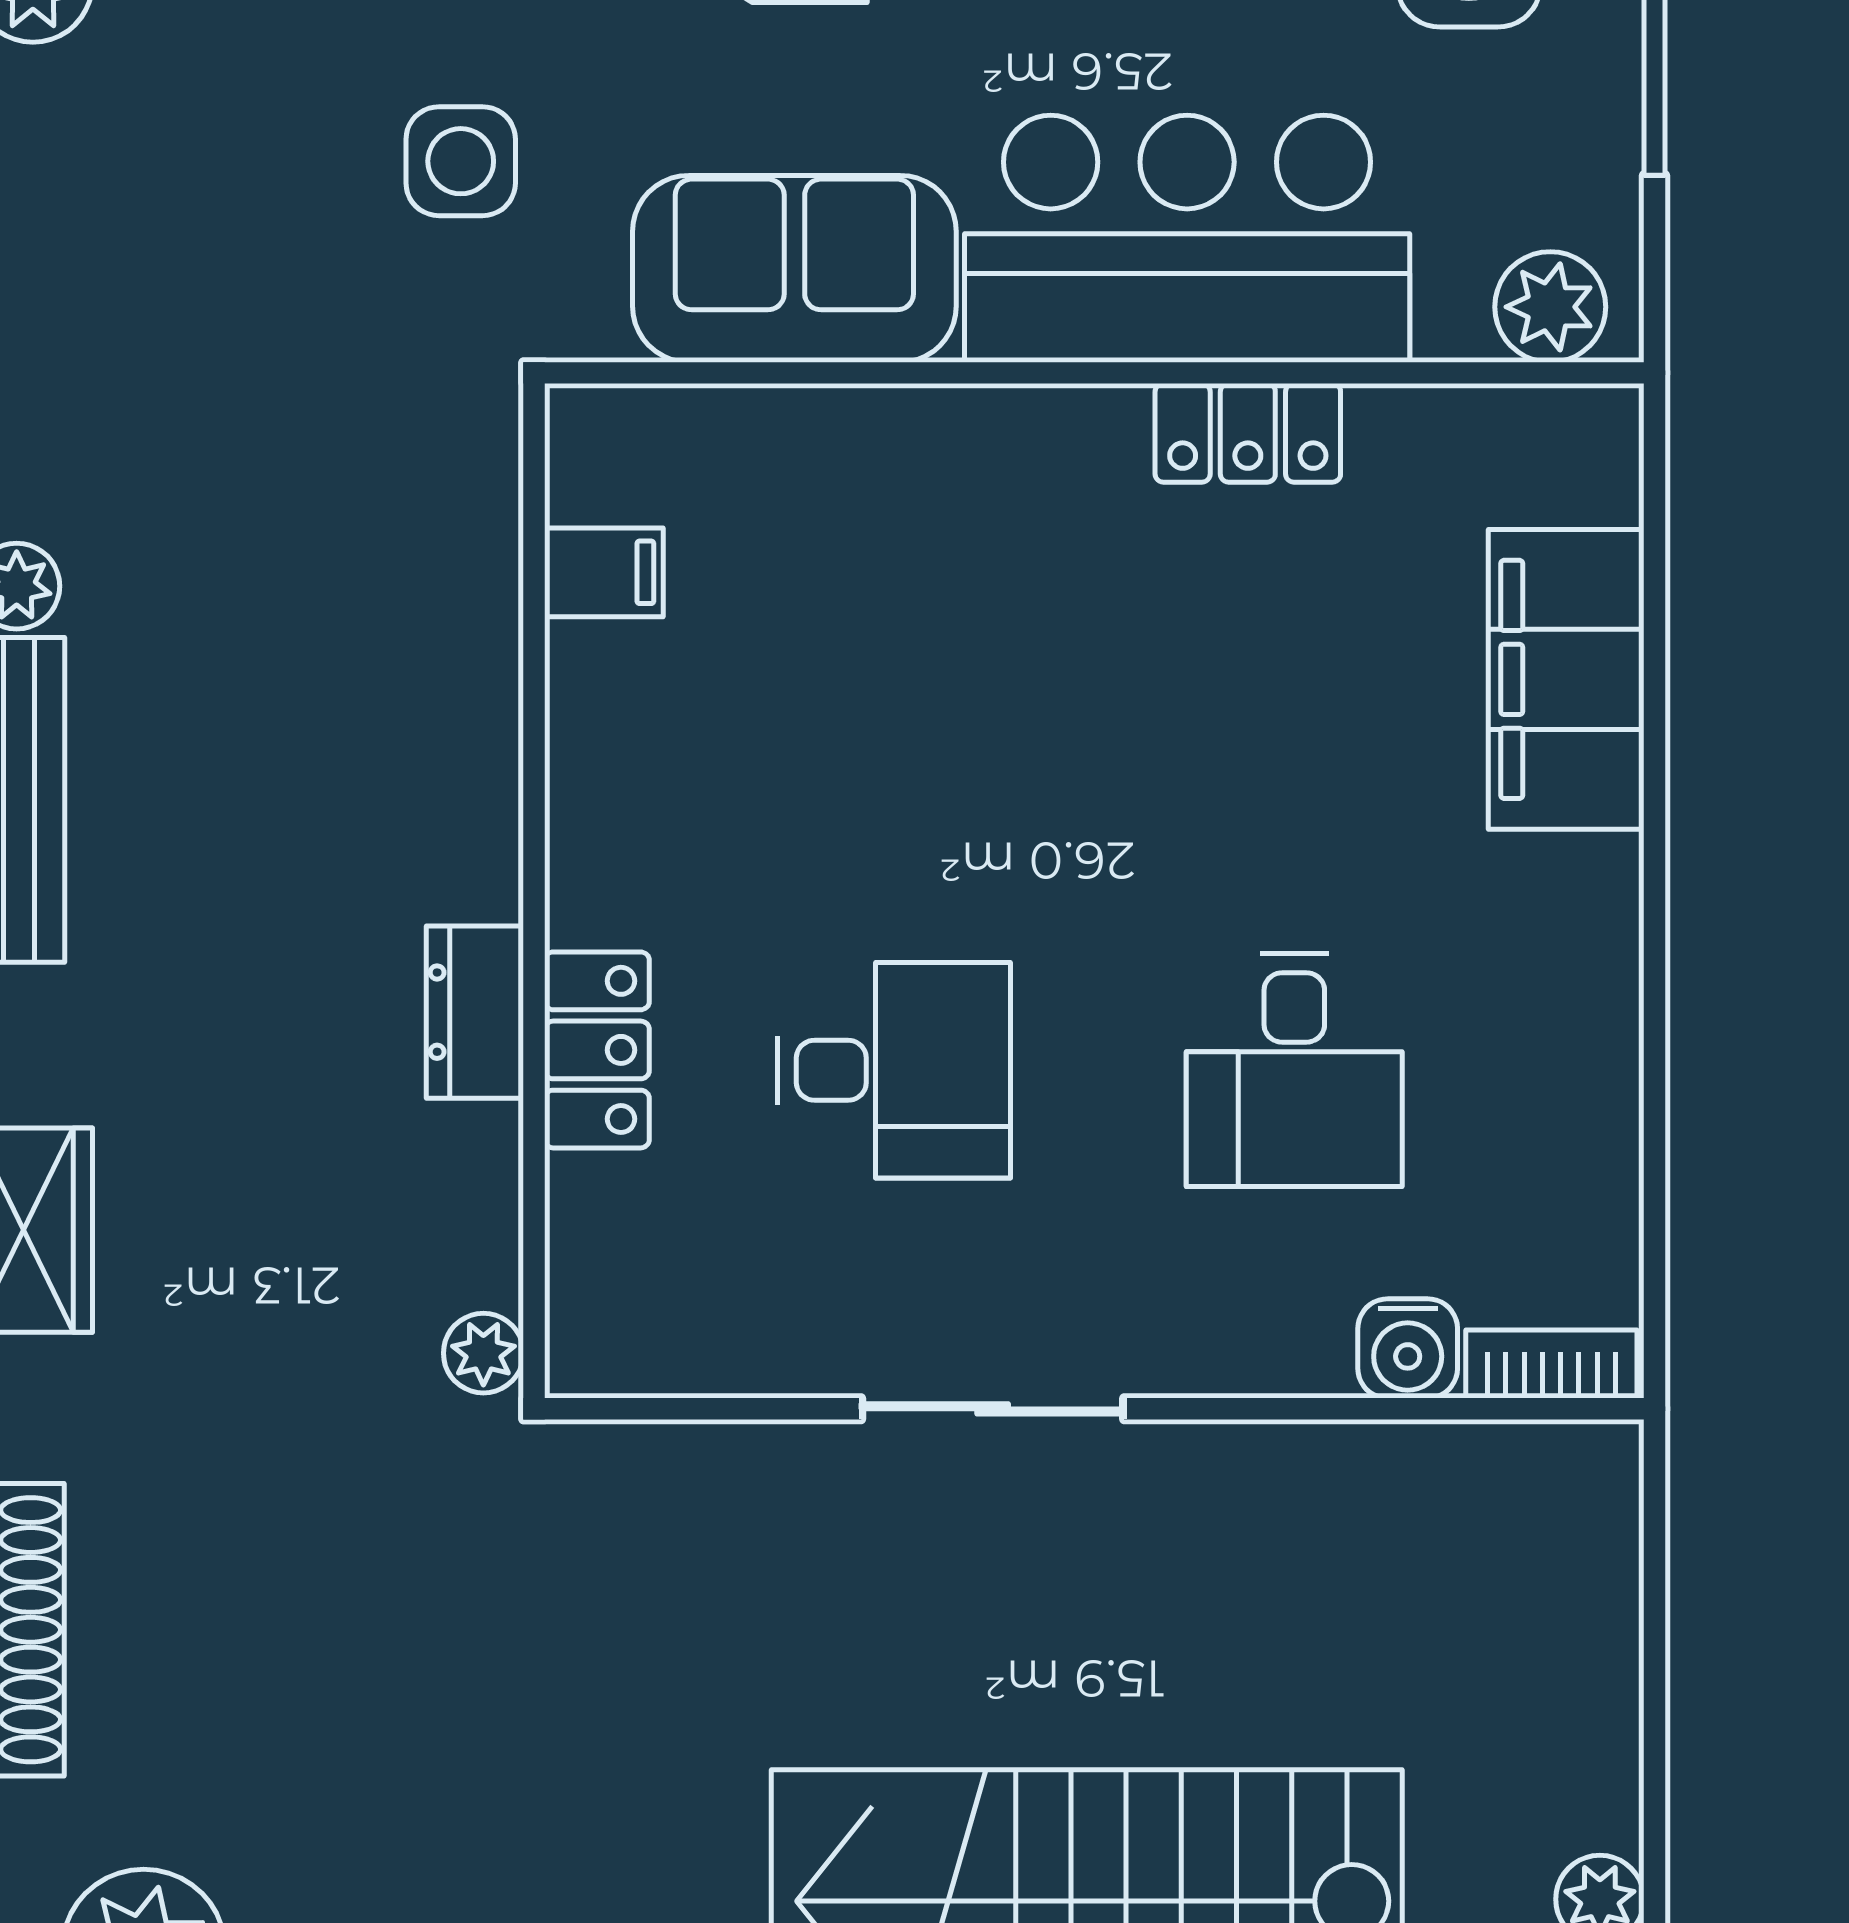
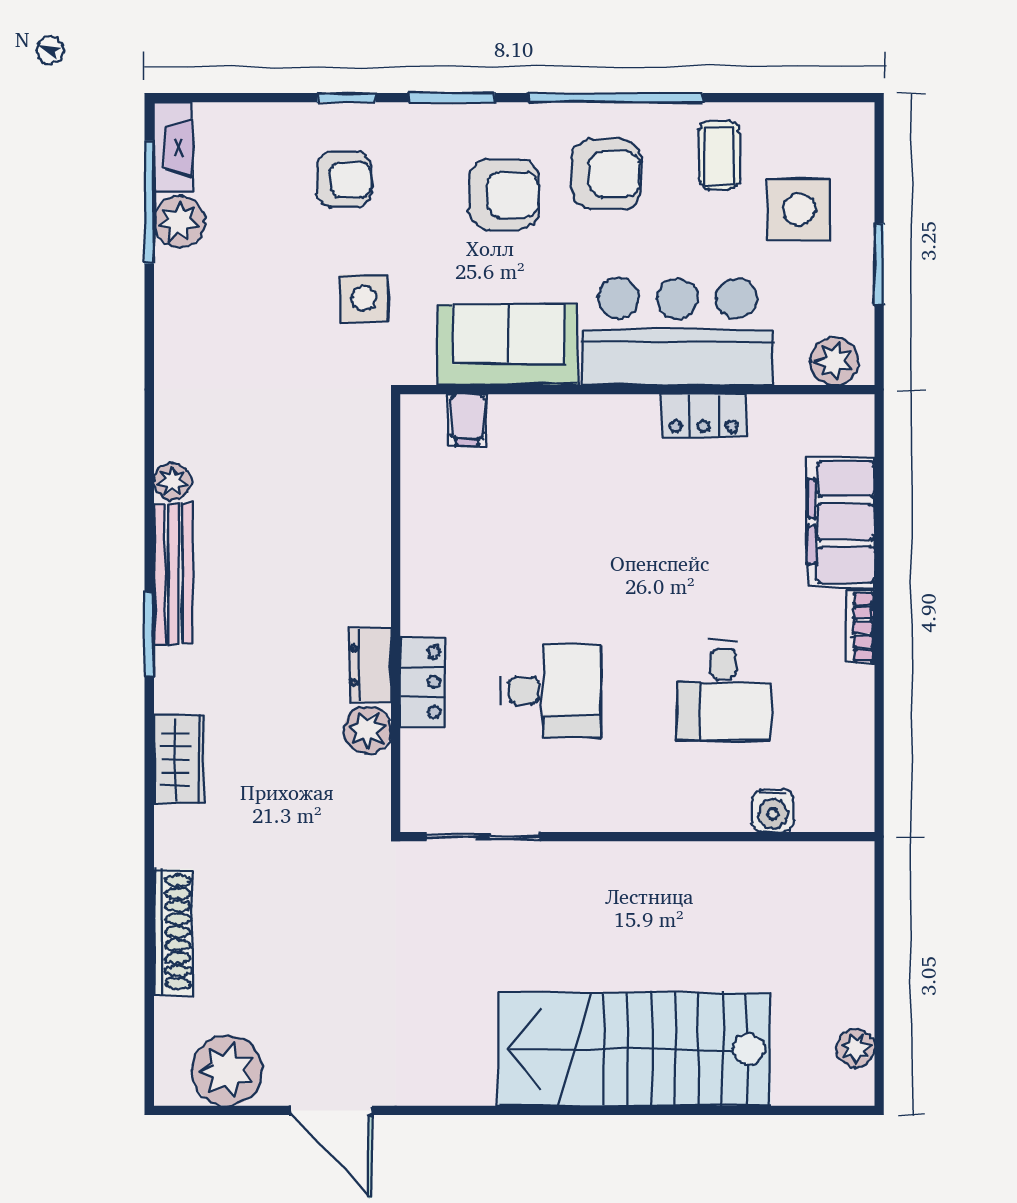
filing cabinet: (604, 572) -> (467, 420), moved, turned 90
plant: (483, 1353) -> (367, 730), moved, width x1.38, depth x1.38
bookcase: (1551, 1364) -> (860, 627), moved, turned -90
sliding door: (993, 1409) -> (483, 837), moved

